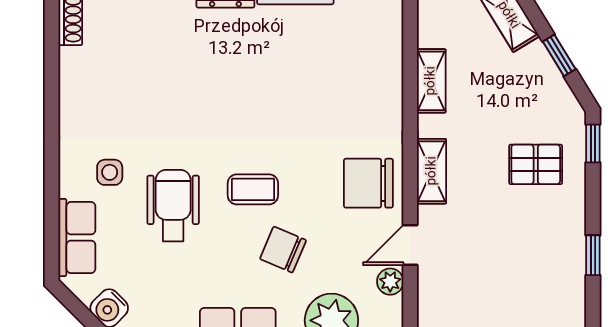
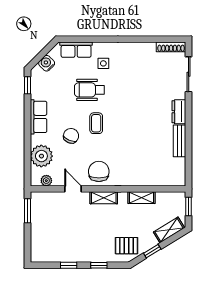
window: (593, 144) -> (99, 265), moved
pallet: (536, 164) -> (127, 246), moved, turned 90
wheelchair: (173, 206) -> (89, 90), turned 180
plant: (390, 282) -> (46, 181), moved

